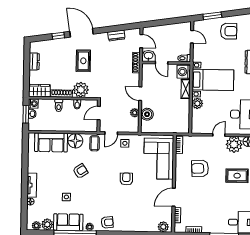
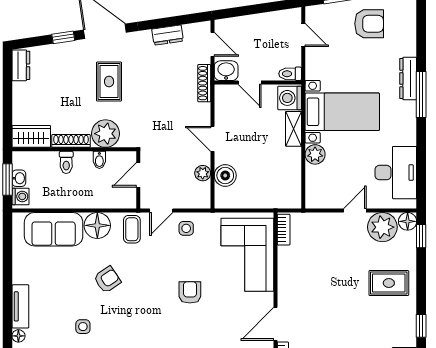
dresser: (34, 61) -> (21, 65), moved
washing machine: (33, 104) -> (21, 196), moved
armchair: (200, 168) -> (322, 271), removed

